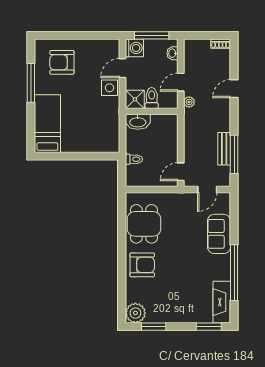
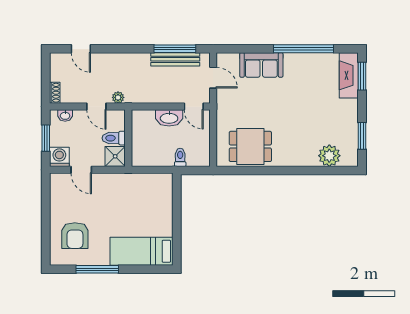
window: (152, 35) -> (46, 138), width x0.69
shoe rack: (221, 44) -> (55, 93), moved
side table: (110, 88) -> (103, 184), removed
door: (234, 89) -> (81, 49), moved
washbasin: (138, 122) -> (169, 118), moved, turned 90
bench: (224, 149) -> (175, 59), width x1.36
armchair: (142, 265) -> (295, 148), removed
fireplace: (222, 302) -> (349, 75), moved, turned 90
plant: (135, 313) -> (329, 156), moved

